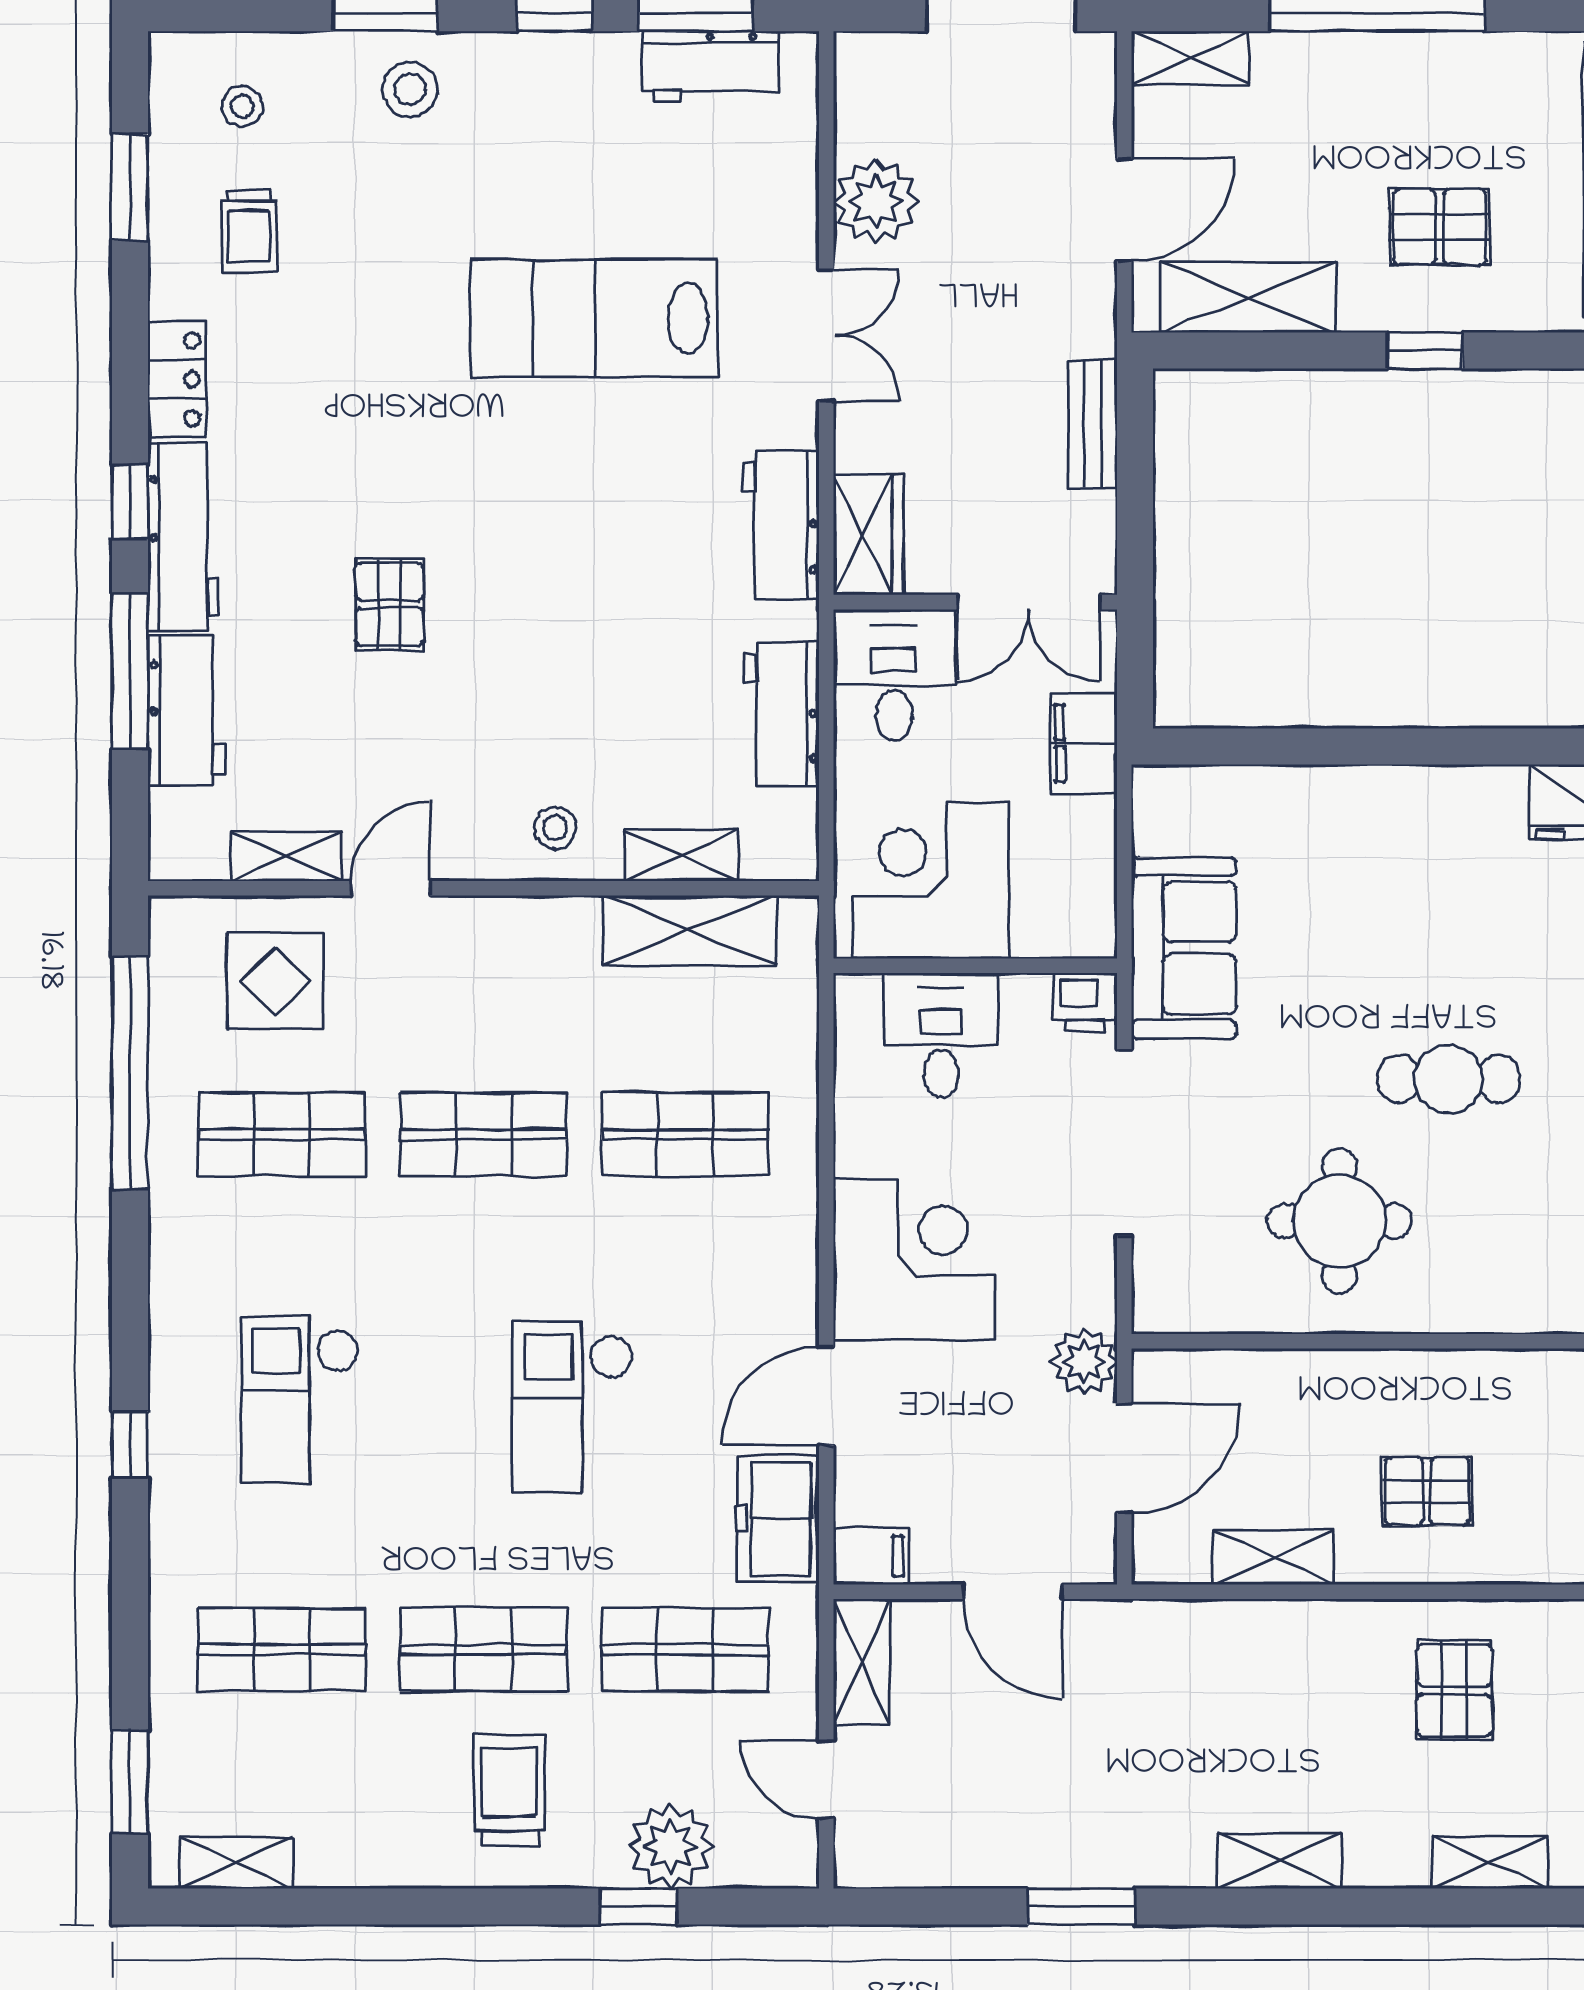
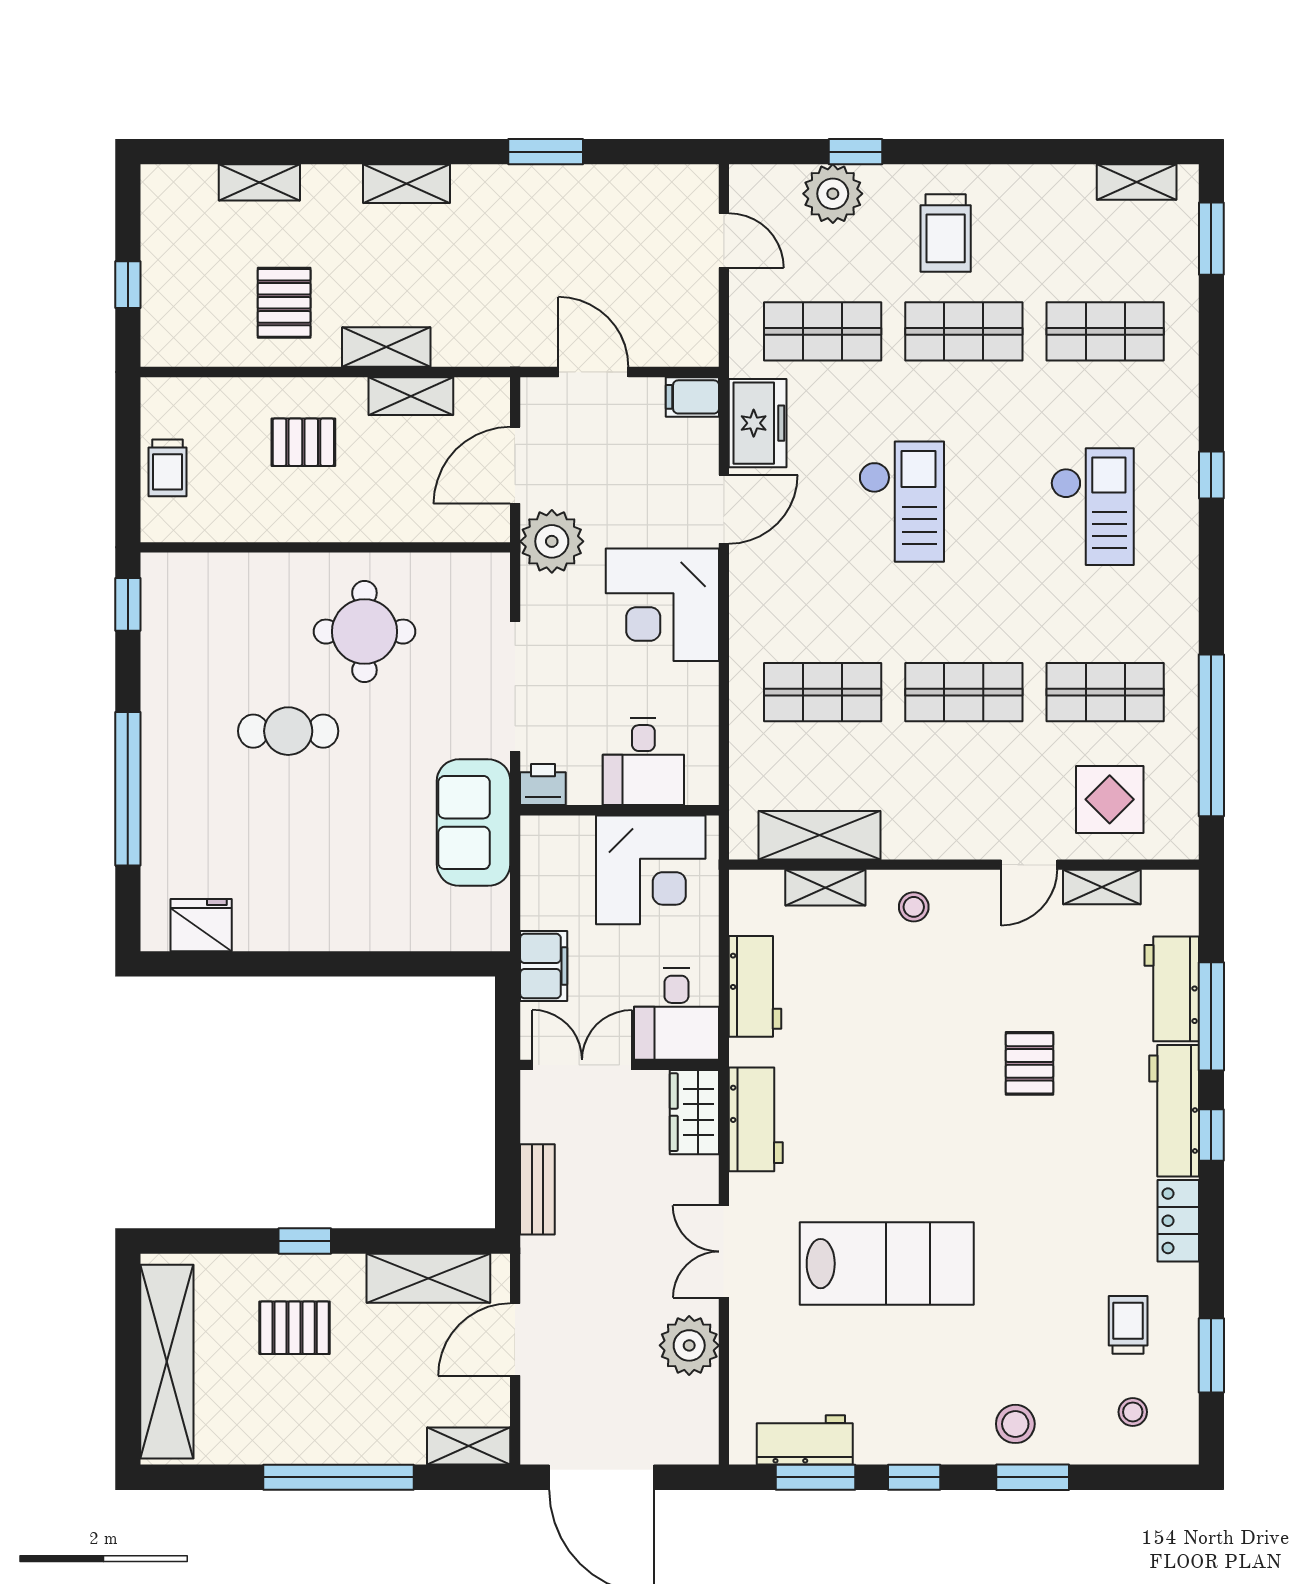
plant: (1084, 1362) -> (552, 541), width x1.36, depth x1.36
shelving: (862, 1662) -> (386, 347), moved, turned 90

